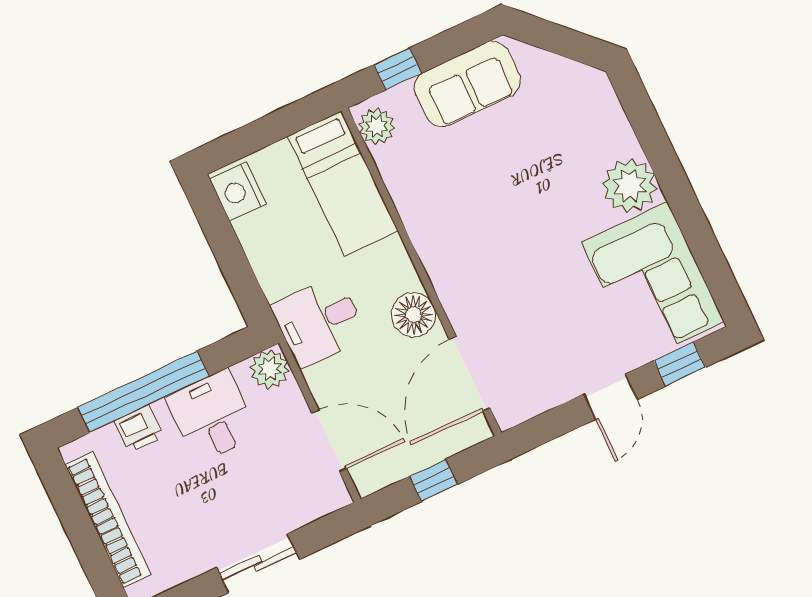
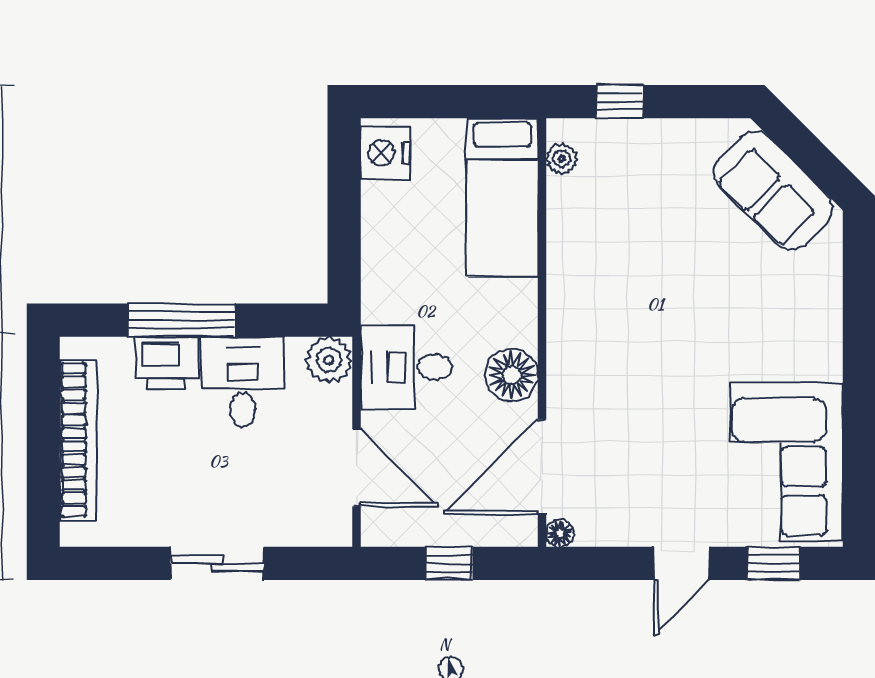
sofa: (467, 84) -> (773, 191), moved, turned 45
plant: (377, 126) -> (562, 159), width x0.73, depth x0.73
plant: (630, 186) -> (810, 346), removed
desk: (319, 321) -> (407, 367), moved
window: (143, 392) -> (181, 320), width x0.68
floor lamp: (507, 418) -> (560, 533), added
printer: (139, 429) -> (166, 363), width x1.36, depth x1.24

